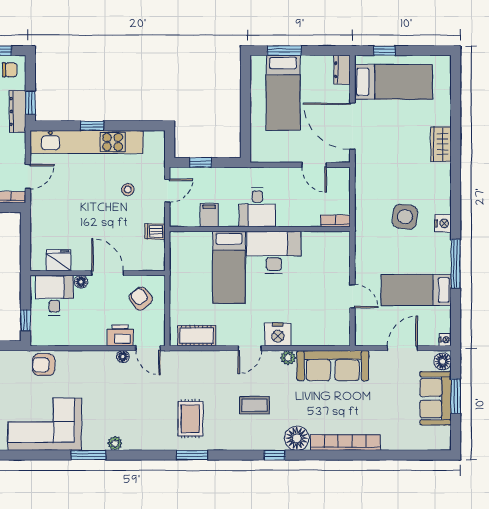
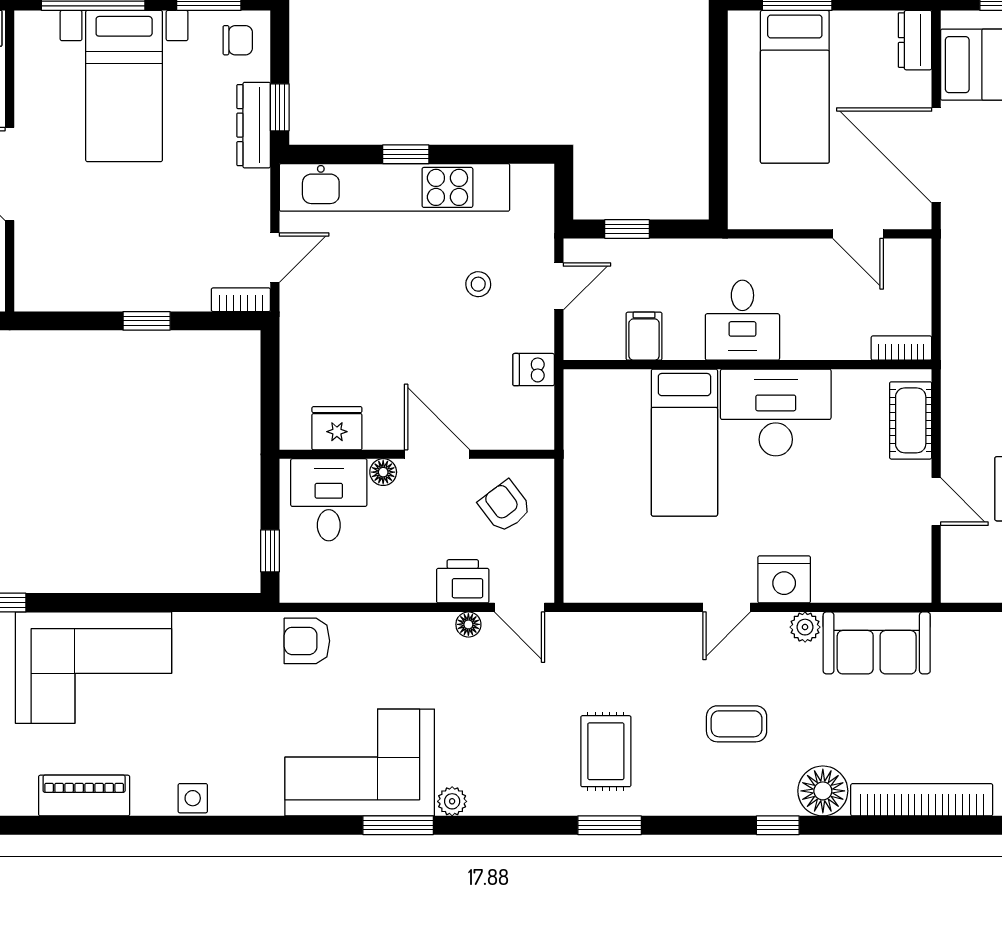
cot: (197, 336) -> (911, 420), moved, turned 90
sofa: (333, 366) -> (877, 643), width x0.73
corner sofa: (45, 424) -> (360, 762), moved

